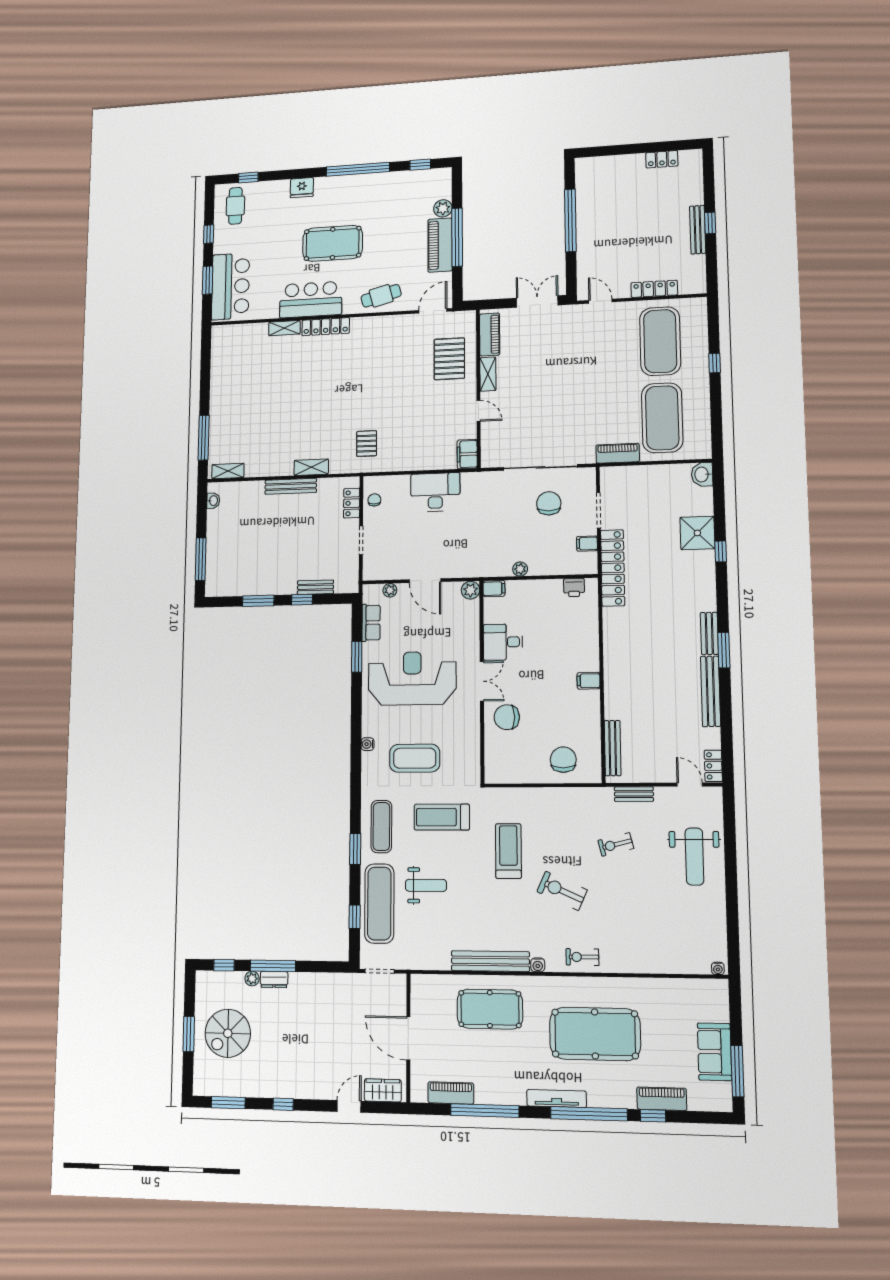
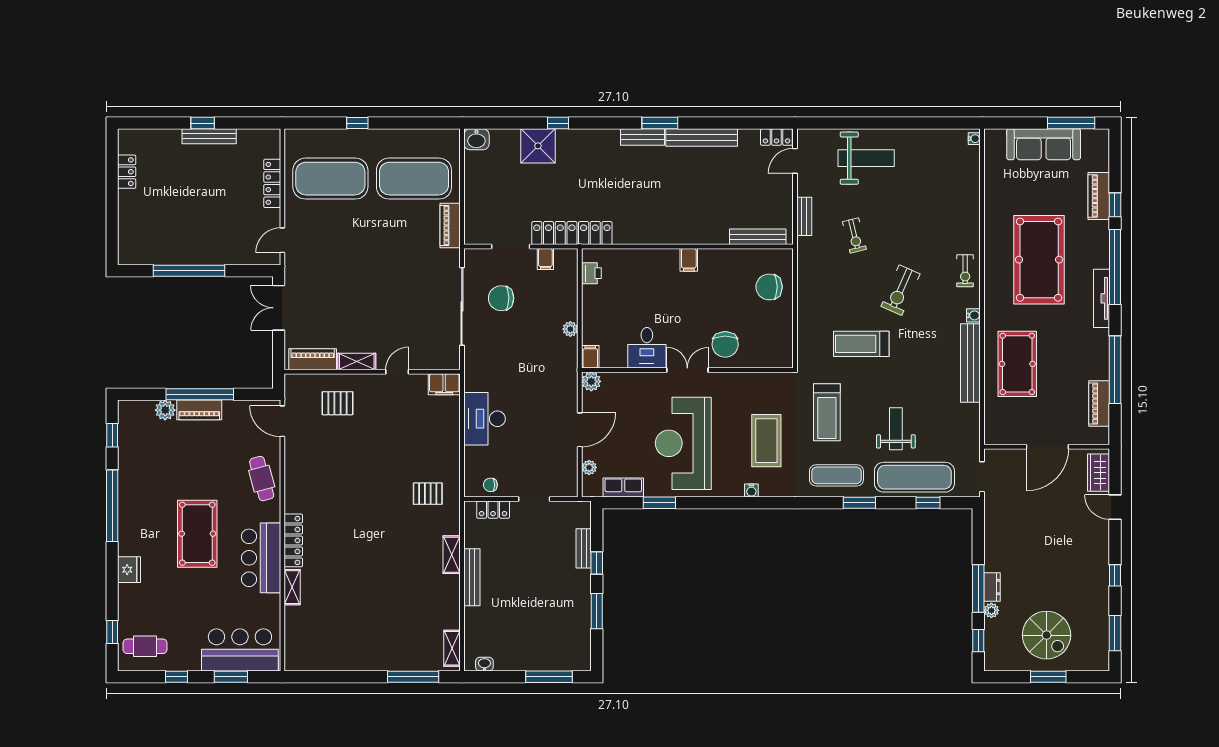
piano: (440, 245) -> (199, 410), width x0.73, depth x0.75
pallet: (449, 359) -> (337, 403), width x0.67, depth x0.71
sofa: (715, 1052) -> (1044, 144), width x1.36

